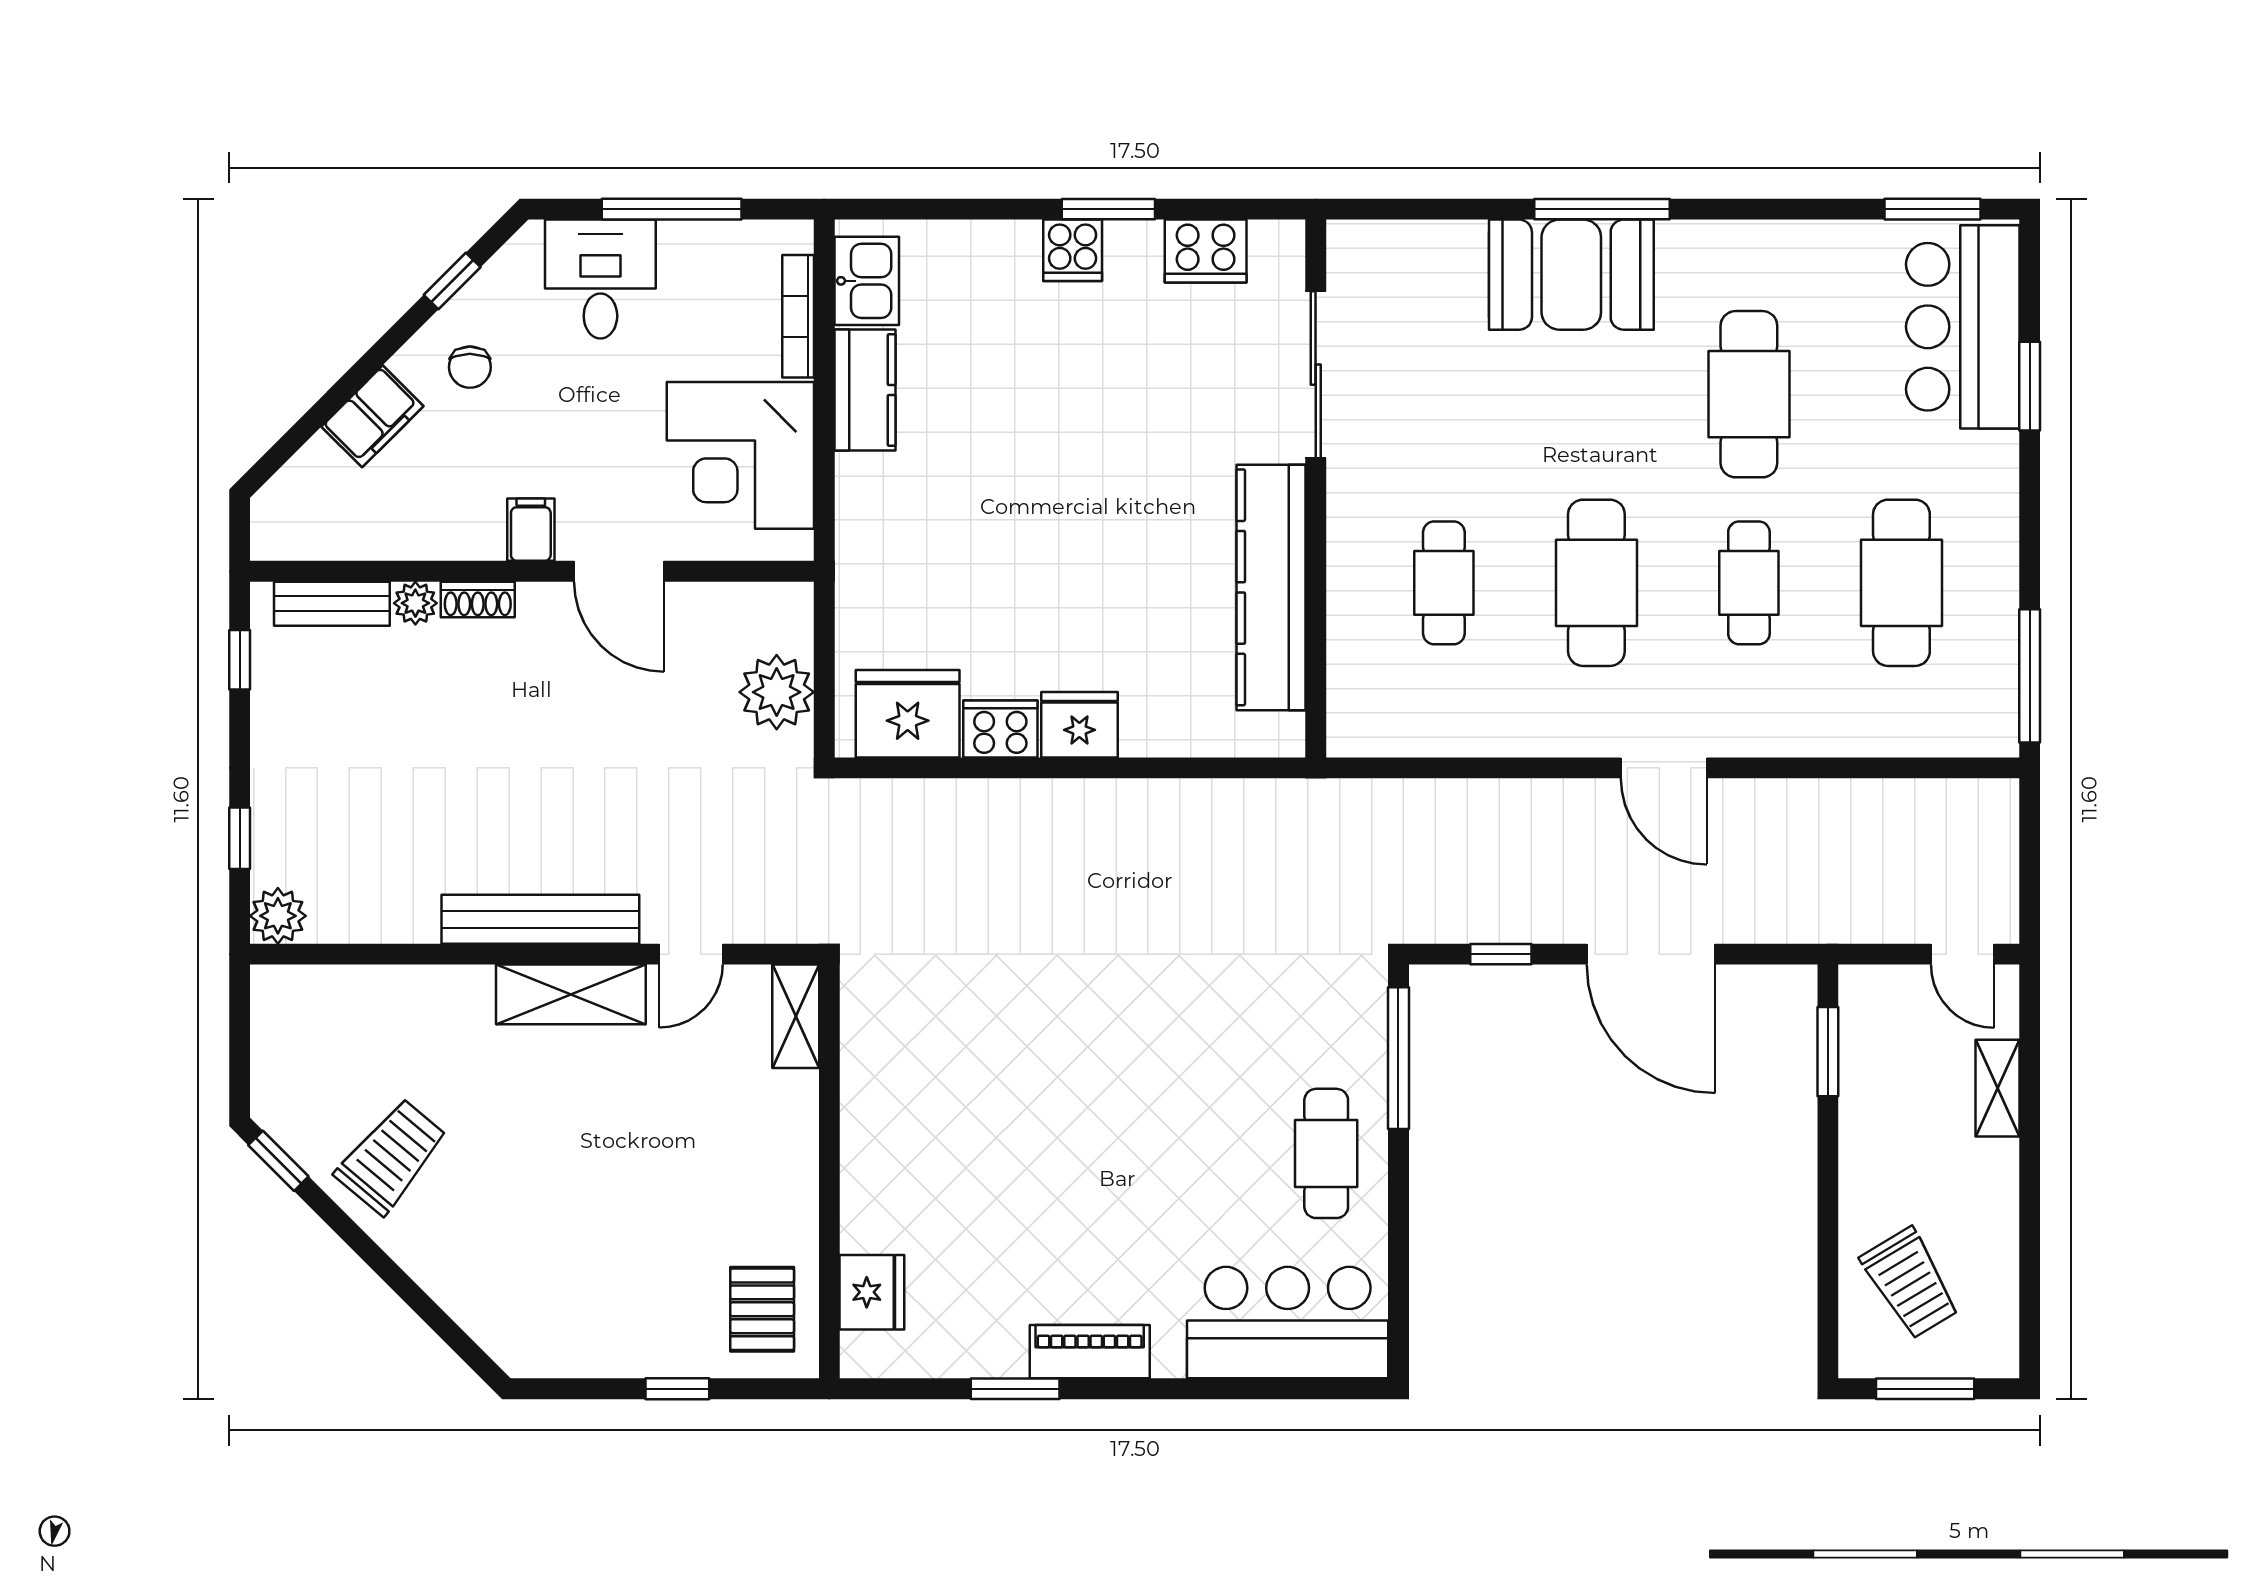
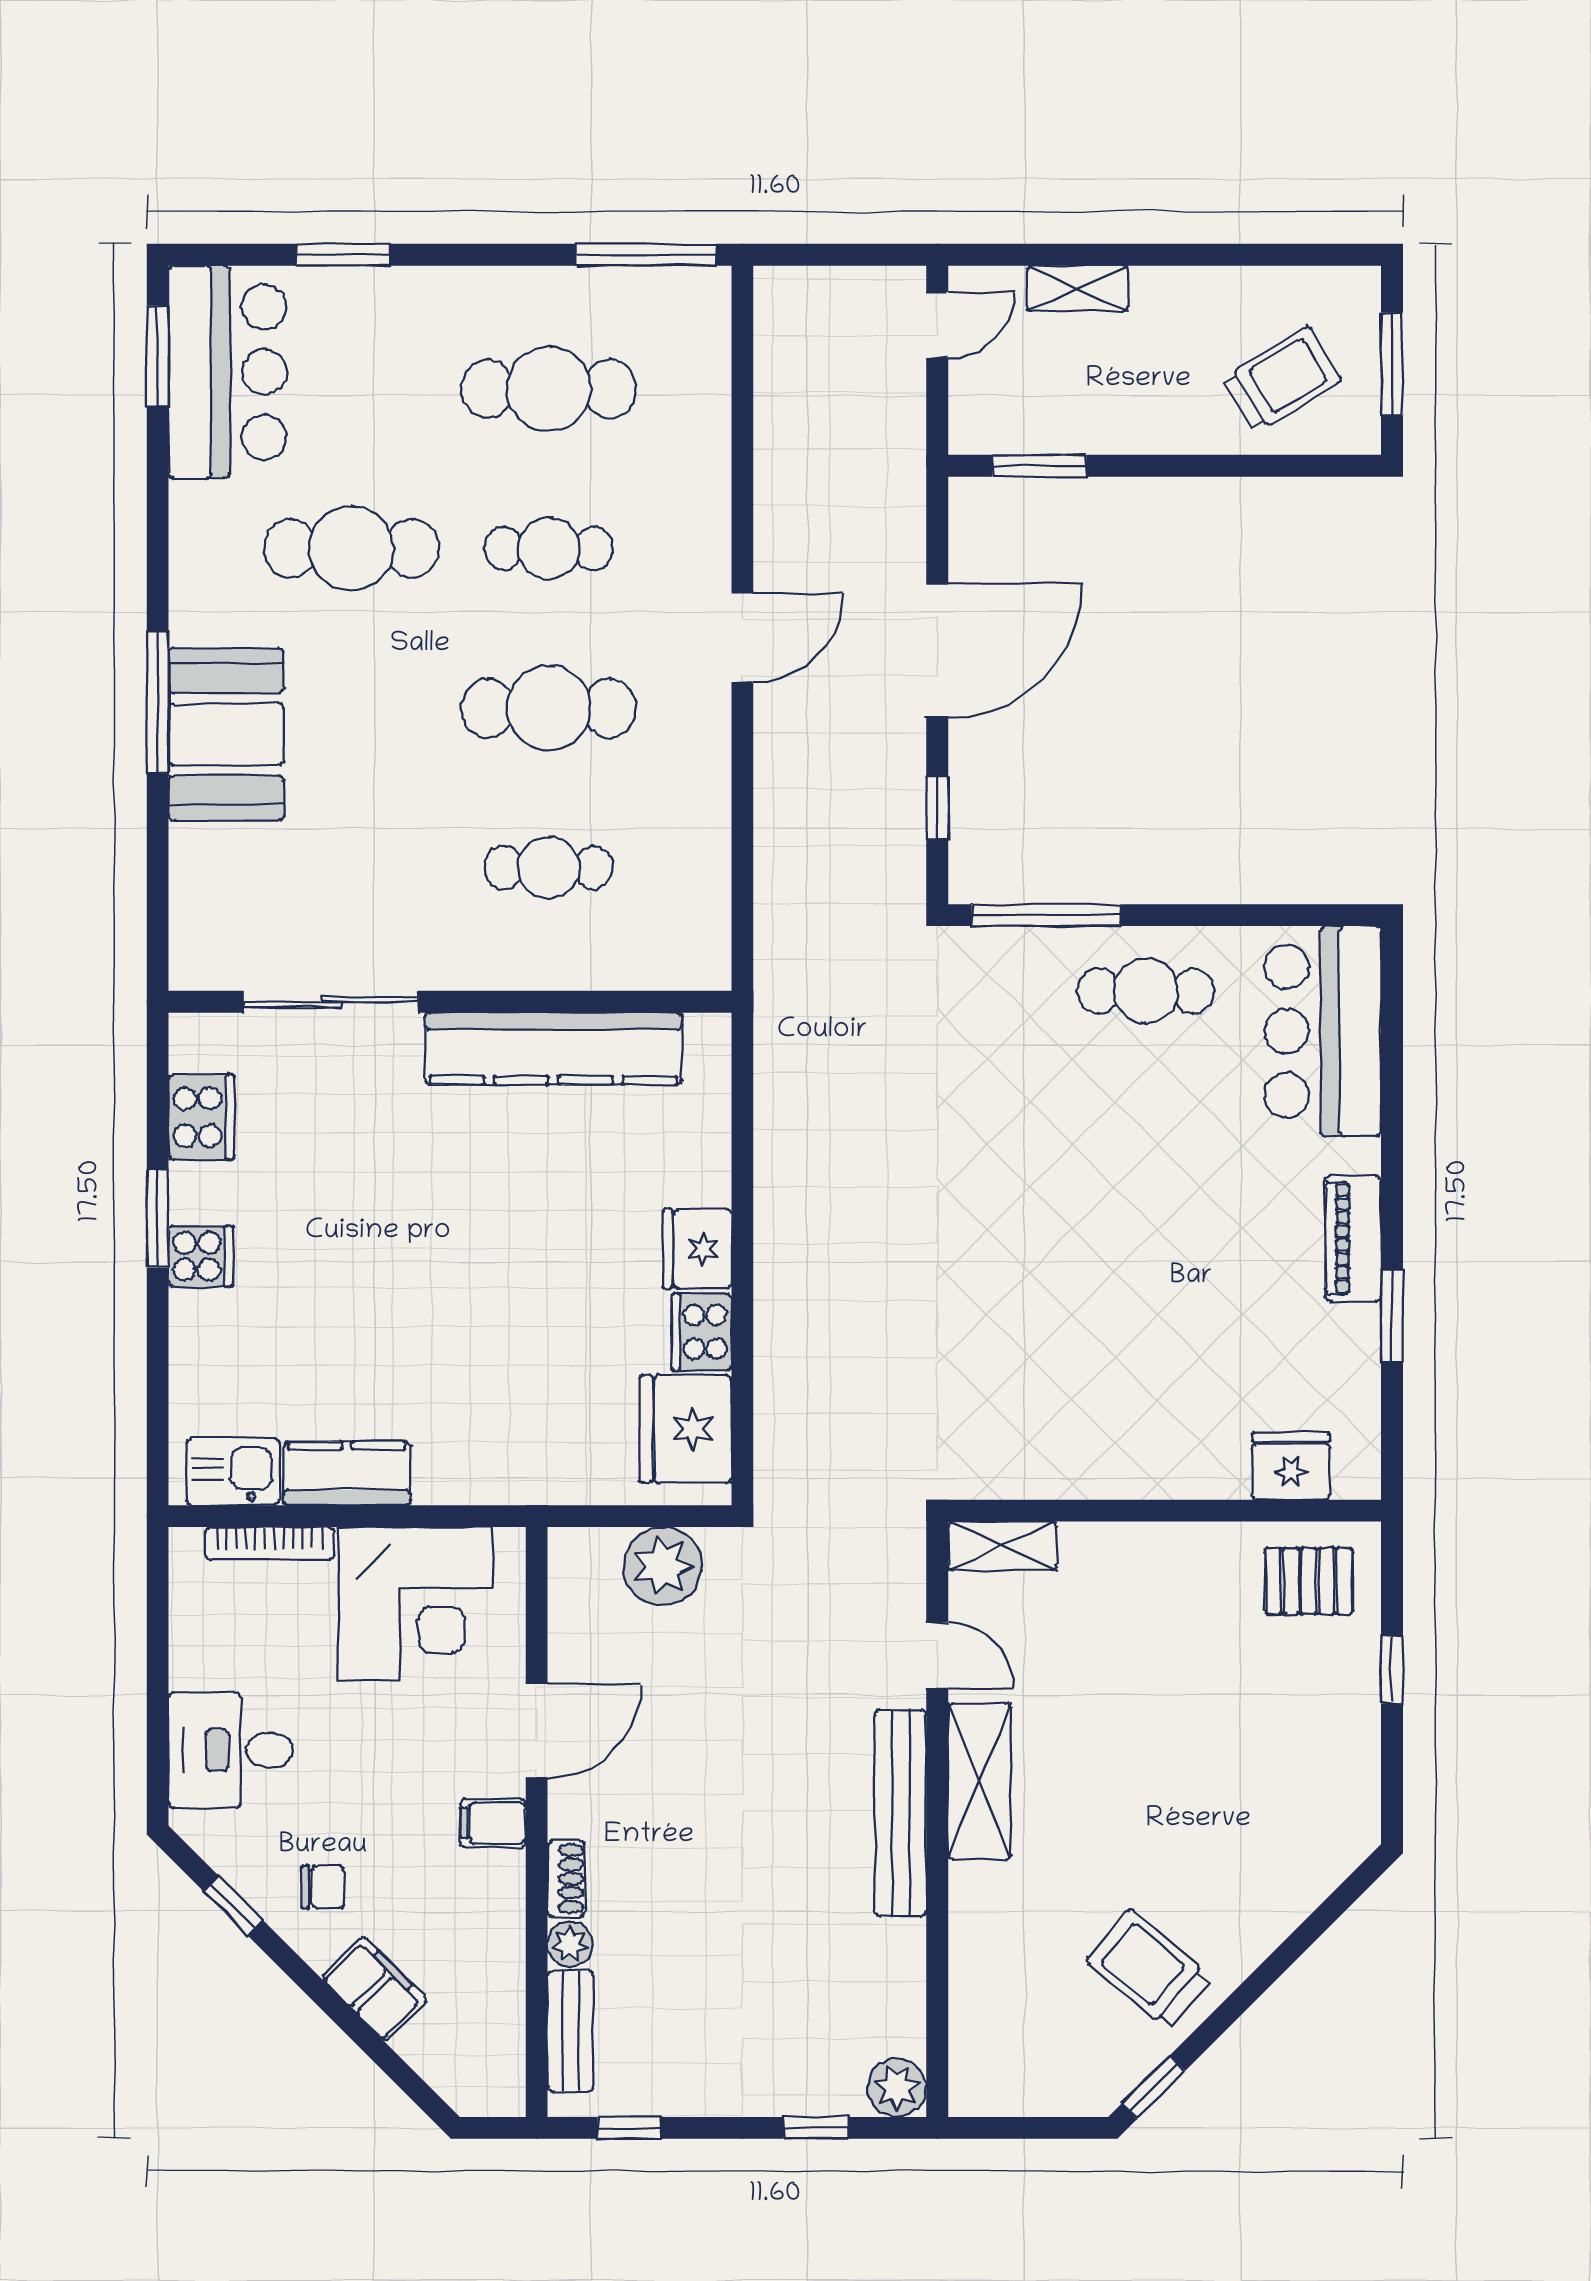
window: (672, 209) -> (158, 1676), removed
bar counter: (1963, 327) -> (228, 372), moved, turned -90

